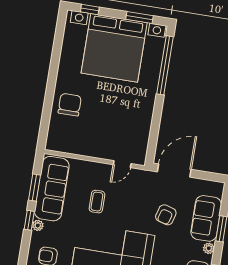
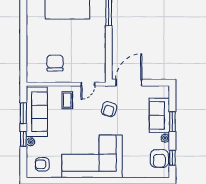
chair: (70, 105) -> (55, 63), moved
coffee table: (97, 202) -> (67, 100), moved
armchair: (166, 215) -> (109, 109), moved

